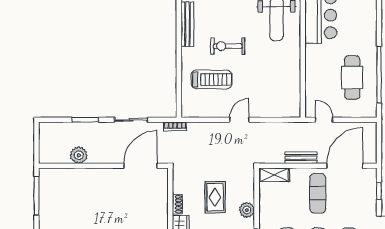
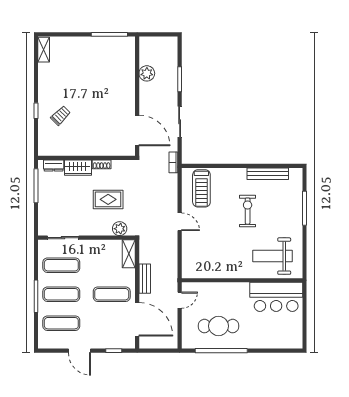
treadmill: (212, 79) -> (201, 188), moved
plant: (247, 210) -> (120, 229), moved

